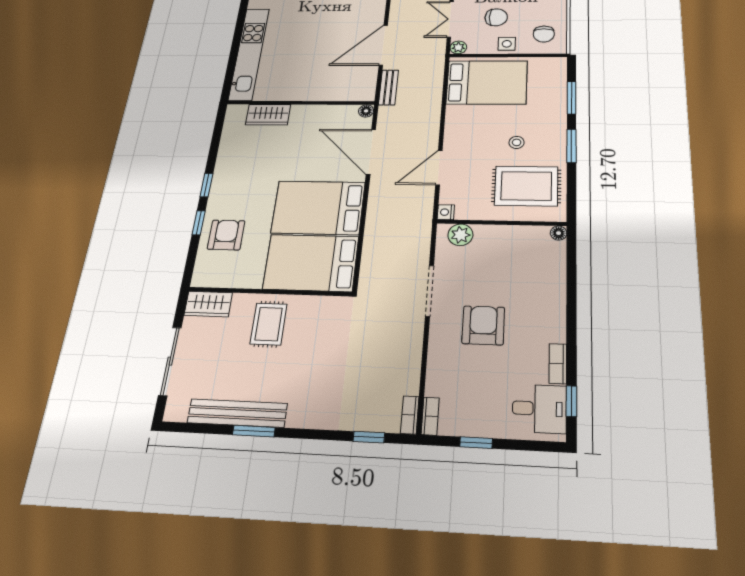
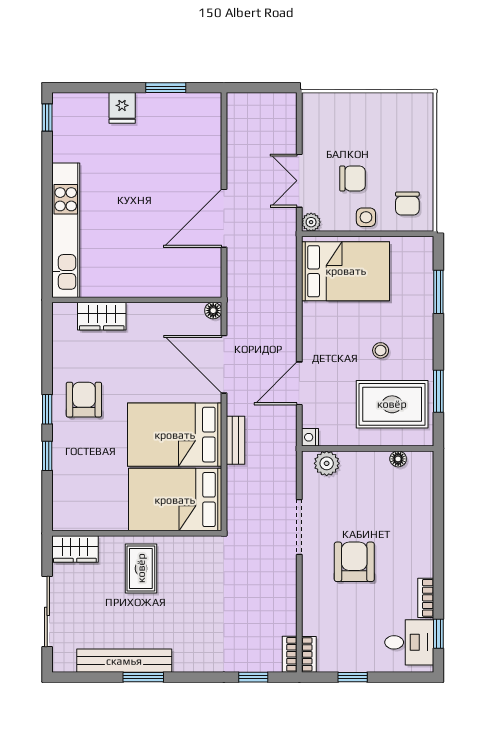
bench: (388, 87) -> (235, 440), moved
window: (571, 146) -> (438, 391), moved
floor lamp: (559, 233) -> (398, 459), moved
armchair: (226, 235) -> (84, 400), moved

